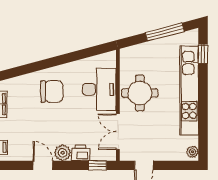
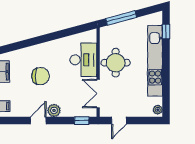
window: (165, 32) -> (121, 18), moved
chair: (52, 92) -> (41, 76), moved
printer: (81, 153) -> (68, 111), removed
door: (43, 165) -> (38, 121), hinge flipped

